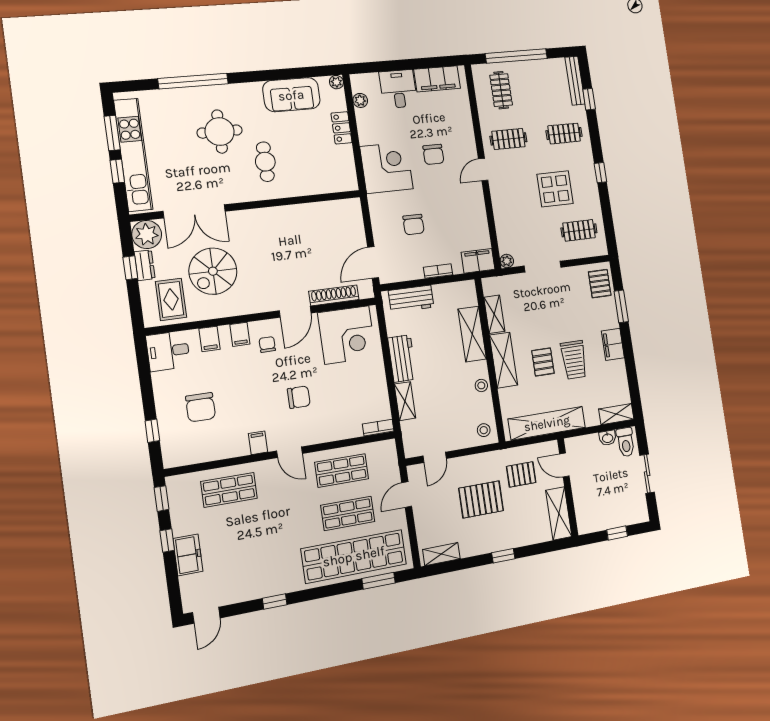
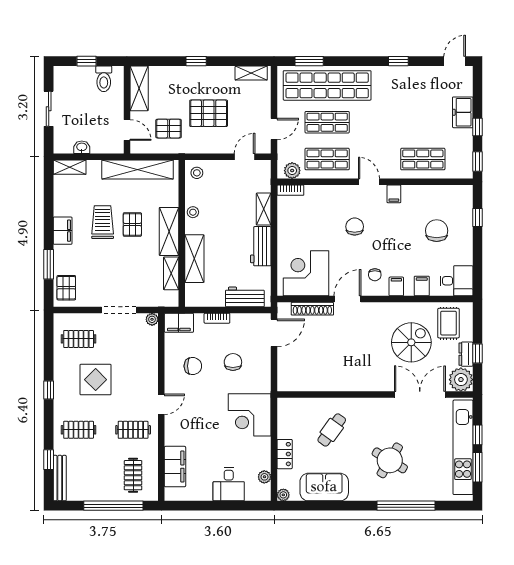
filing cabinet: (437, 79) -> (175, 467), moved, turned 90
round table: (220, 132) -> (390, 460), turned 31
chair: (433, 154) -> (193, 366), moved, turned 90
cafe table: (265, 162) -> (332, 430), moved, turned 36
chair: (299, 397) -> (355, 227), turned 90
toilet: (626, 442) -> (104, 79), moved, turned 180
plant: (380, 450) -> (292, 171), added

